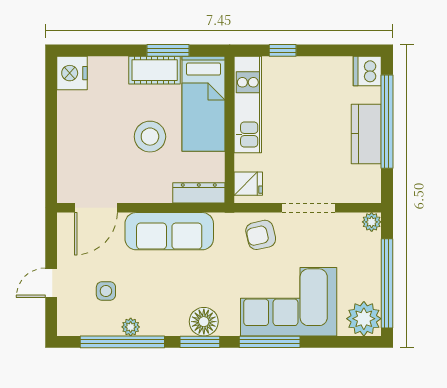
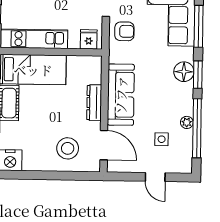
stool: (150, 137) -> (68, 148), moved
dresser: (199, 193) -> (94, 103), moved
armchair: (261, 235) -> (124, 31), turned -77

